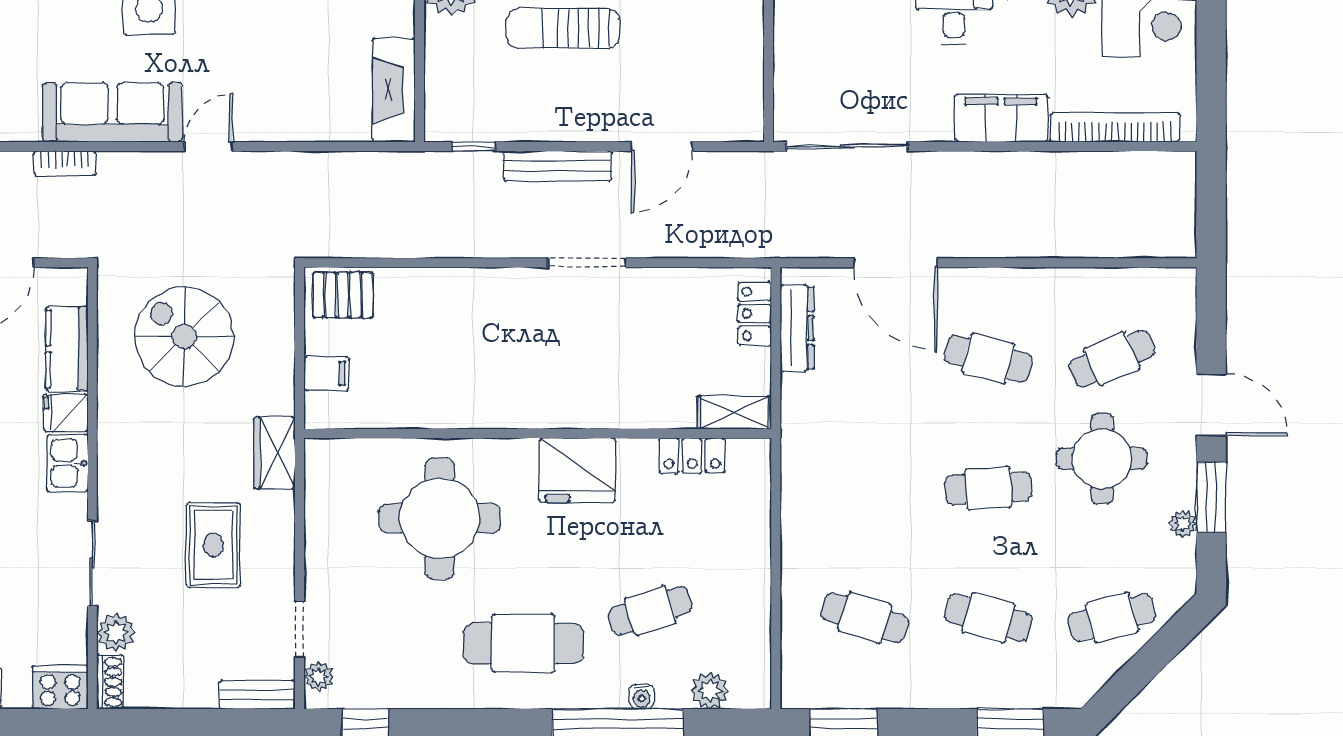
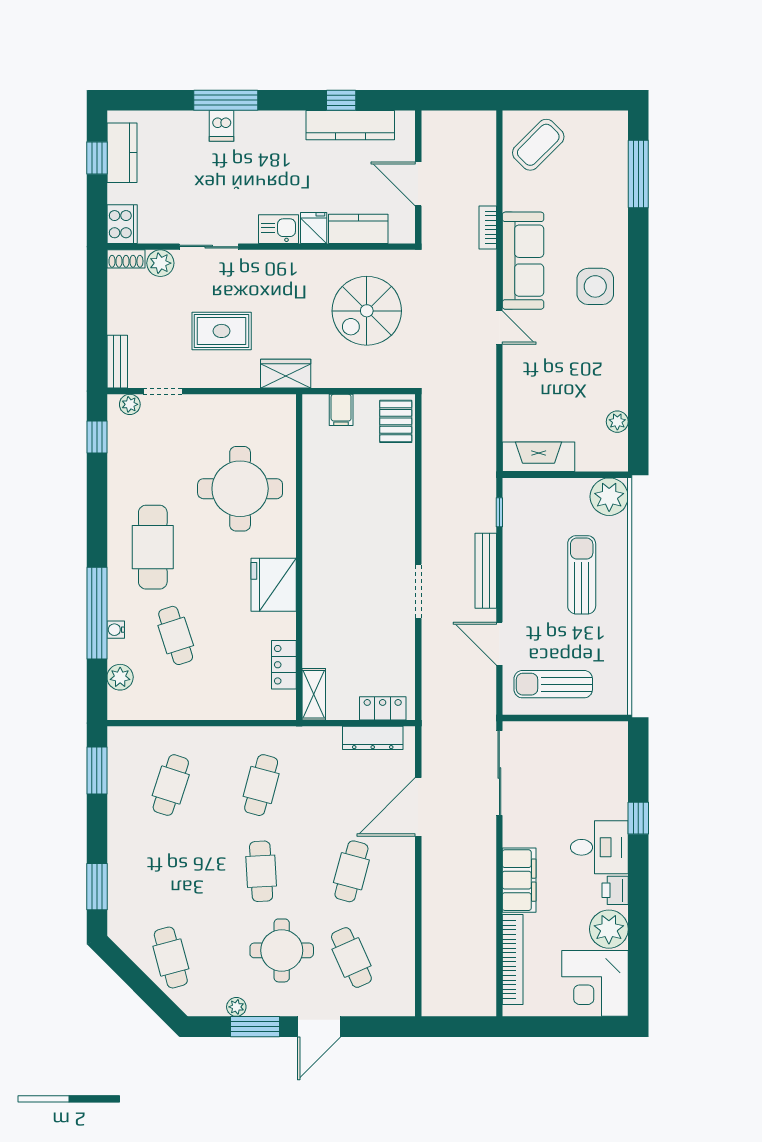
sun lounger: (720, 69) -> (553, 684), added
spiral stairs: (184, 337) -> (367, 311), turned 180
cafe table: (988, 618) -> (261, 785), moved

